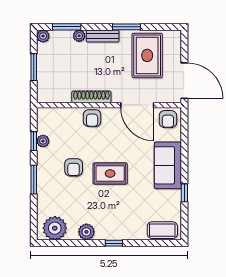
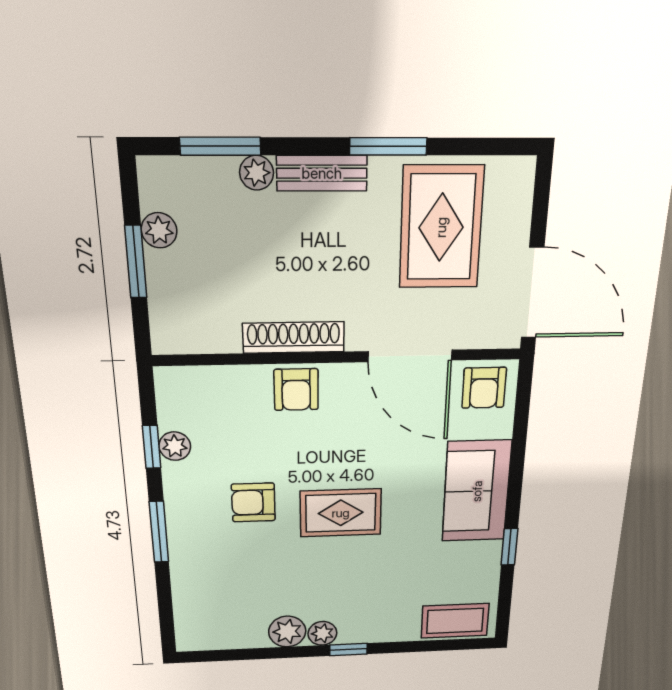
plant: (43, 36) -> (159, 230), moved
armchair: (74, 167) -> (253, 502), turned 90
plant: (55, 228) -> (322, 633), moved, width x0.53, depth x0.53

